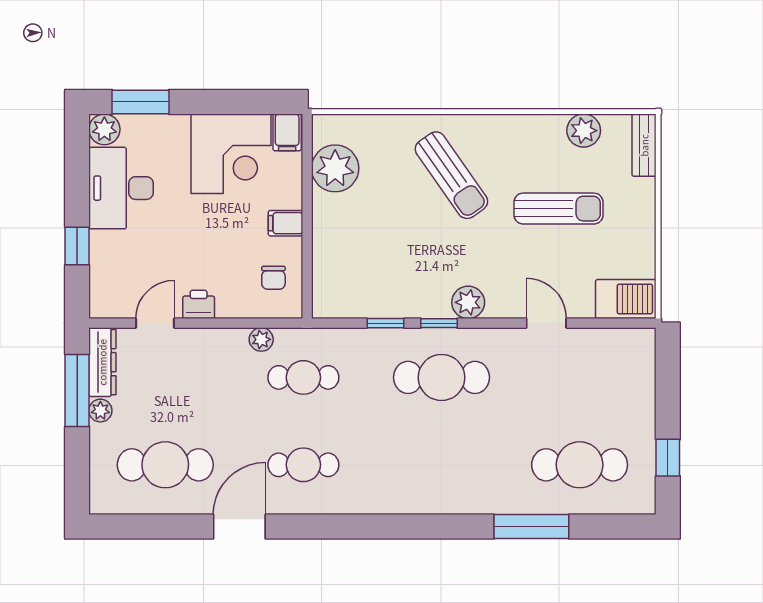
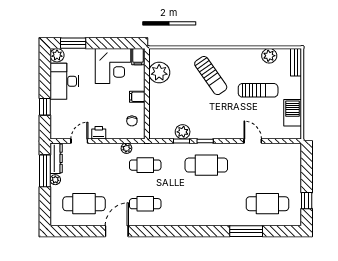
barbecue: (626, 299) -> (293, 113), moved, turned -90
plant: (468, 302) -> (183, 132), moved

